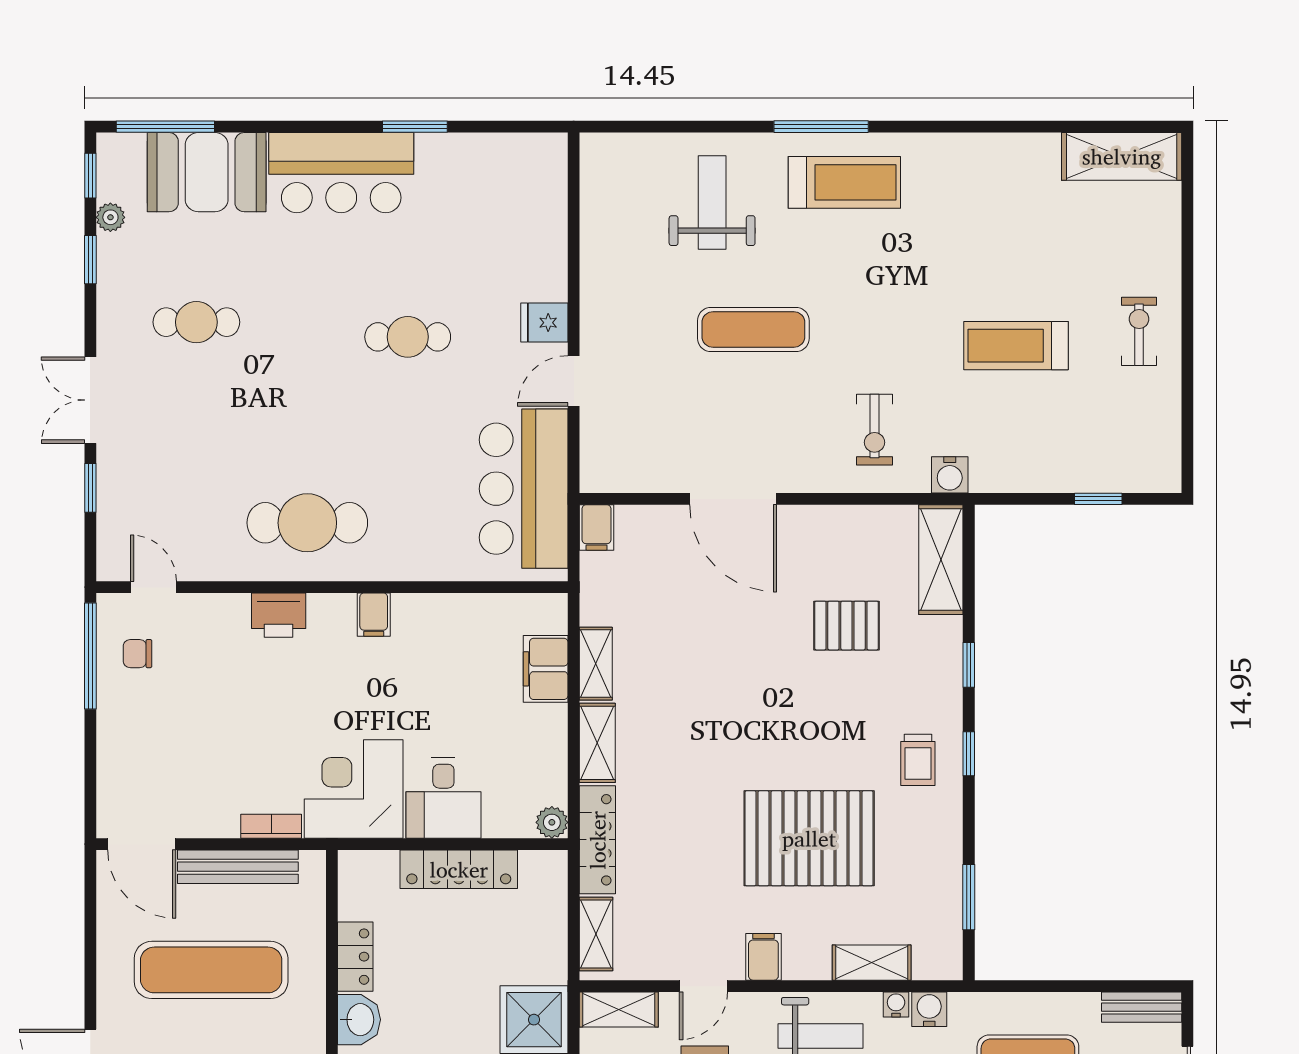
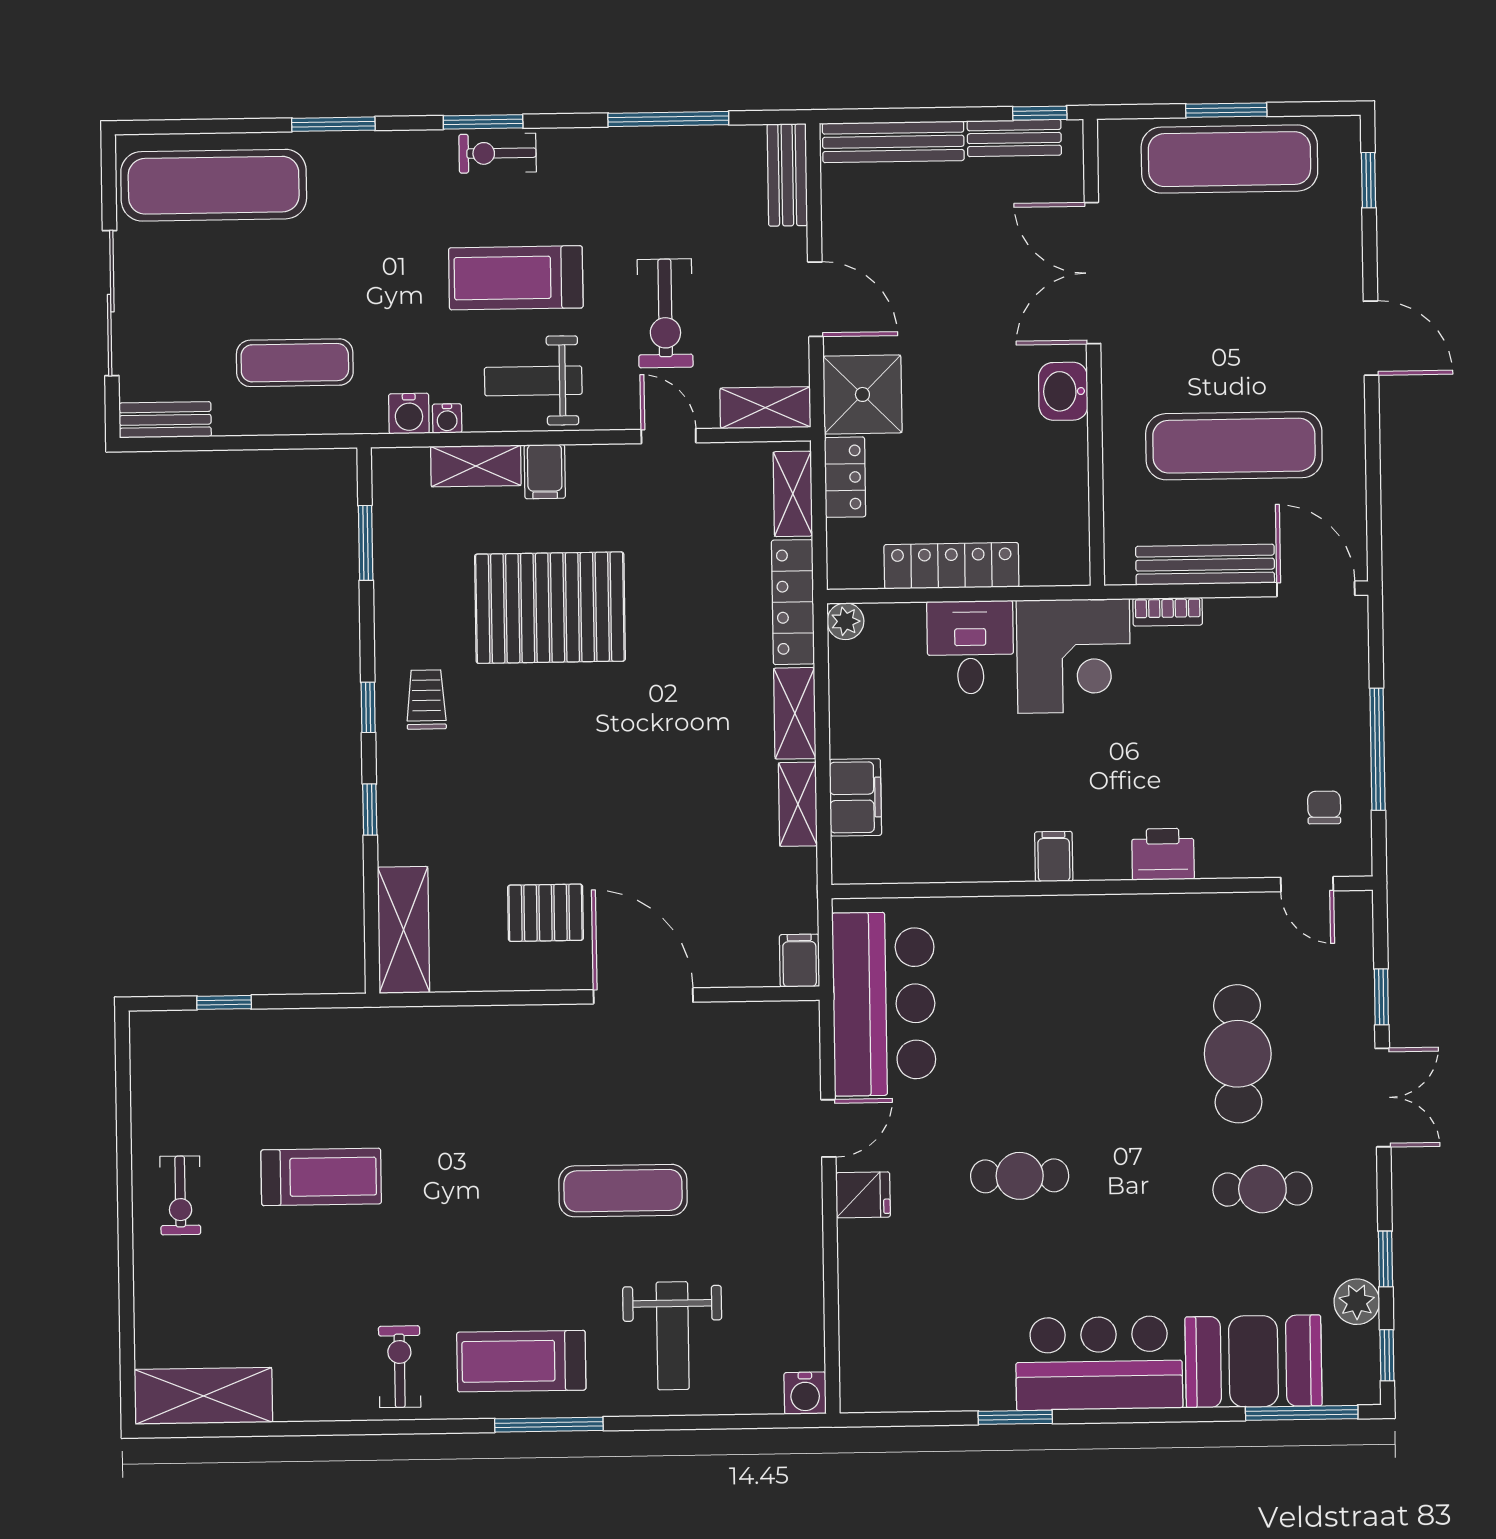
plant: (110, 217) -> (1357, 1302), width x1.38, depth x1.38
exercise bike: (874, 430) -> (400, 1367), moved
water cooler: (950, 475) -> (805, 1393), moved, turned 180
cafe table: (307, 523) -> (1238, 1054), moved, turned 90
pallet: (846, 626) -> (545, 913), moved
chair: (137, 654) -> (1324, 807), turned -90
window: (90, 656) -> (1377, 749), moved
locker: (355, 957) -> (845, 477), moved, turned 180
filing cabinet: (763, 957) -> (545, 472), moved
door: (703, 986) -> (669, 436), hinge flipped

